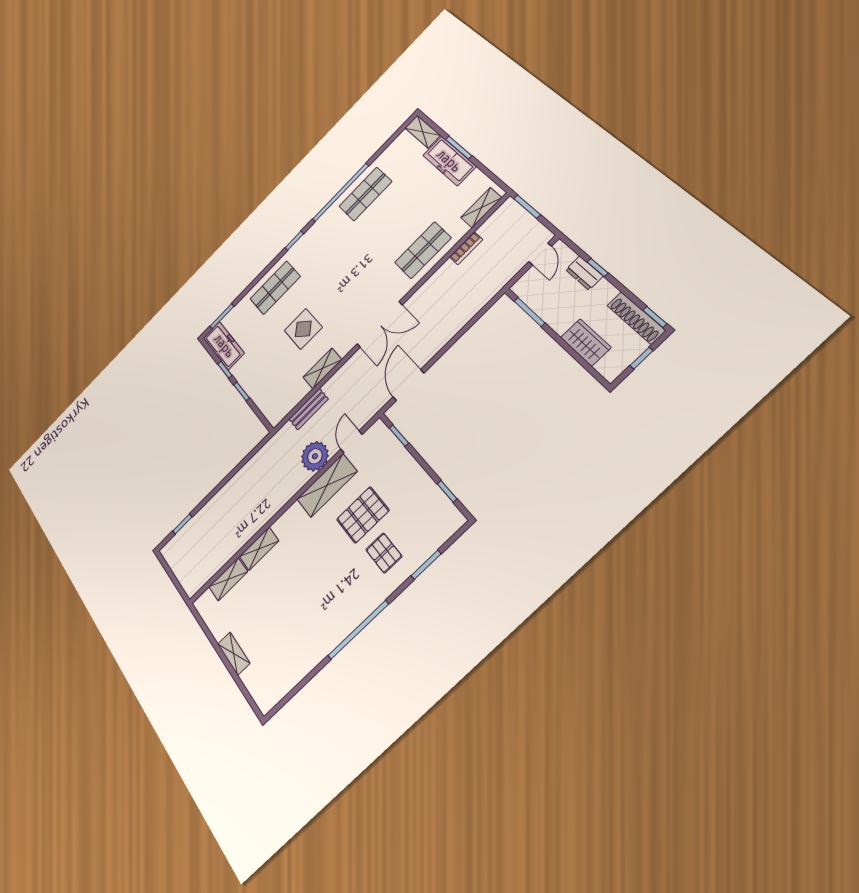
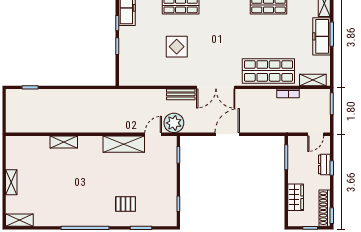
shop shelf: (423, 250) -> (268, 71), width x1.43, depth x1.36
shelving: (322, 368) -> (169, 80), removed
door: (408, 385) -> (227, 134), moved
bench: (309, 409) -> (181, 94), moved
plant: (315, 456) -> (174, 123), moved
pallet: (363, 515) -> (130, 176), removed
pallet: (384, 553) -> (126, 204), turned 90
shelving: (228, 579) -> (19, 220), moved

